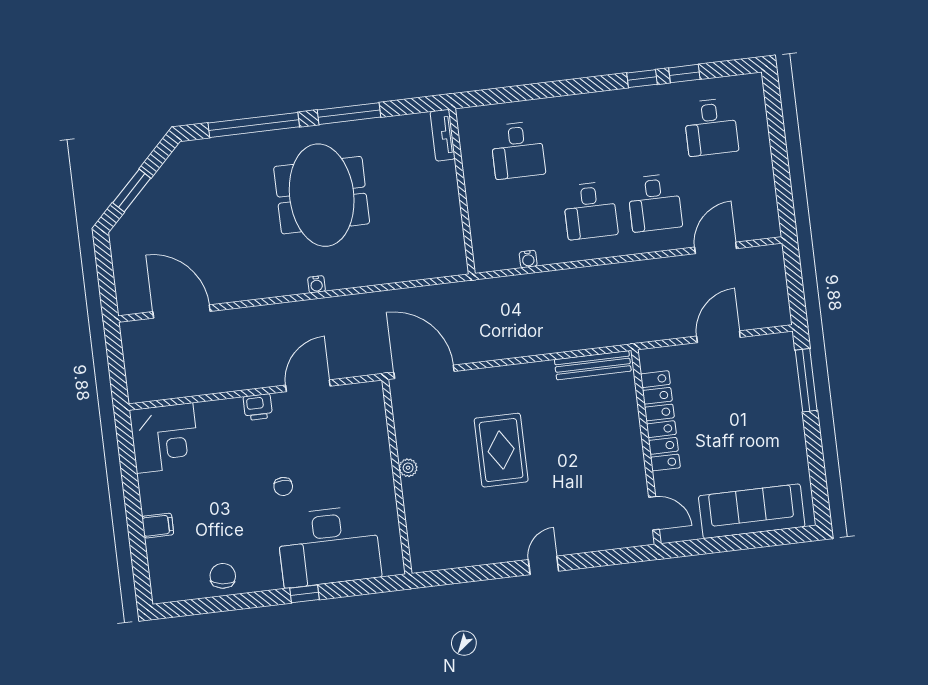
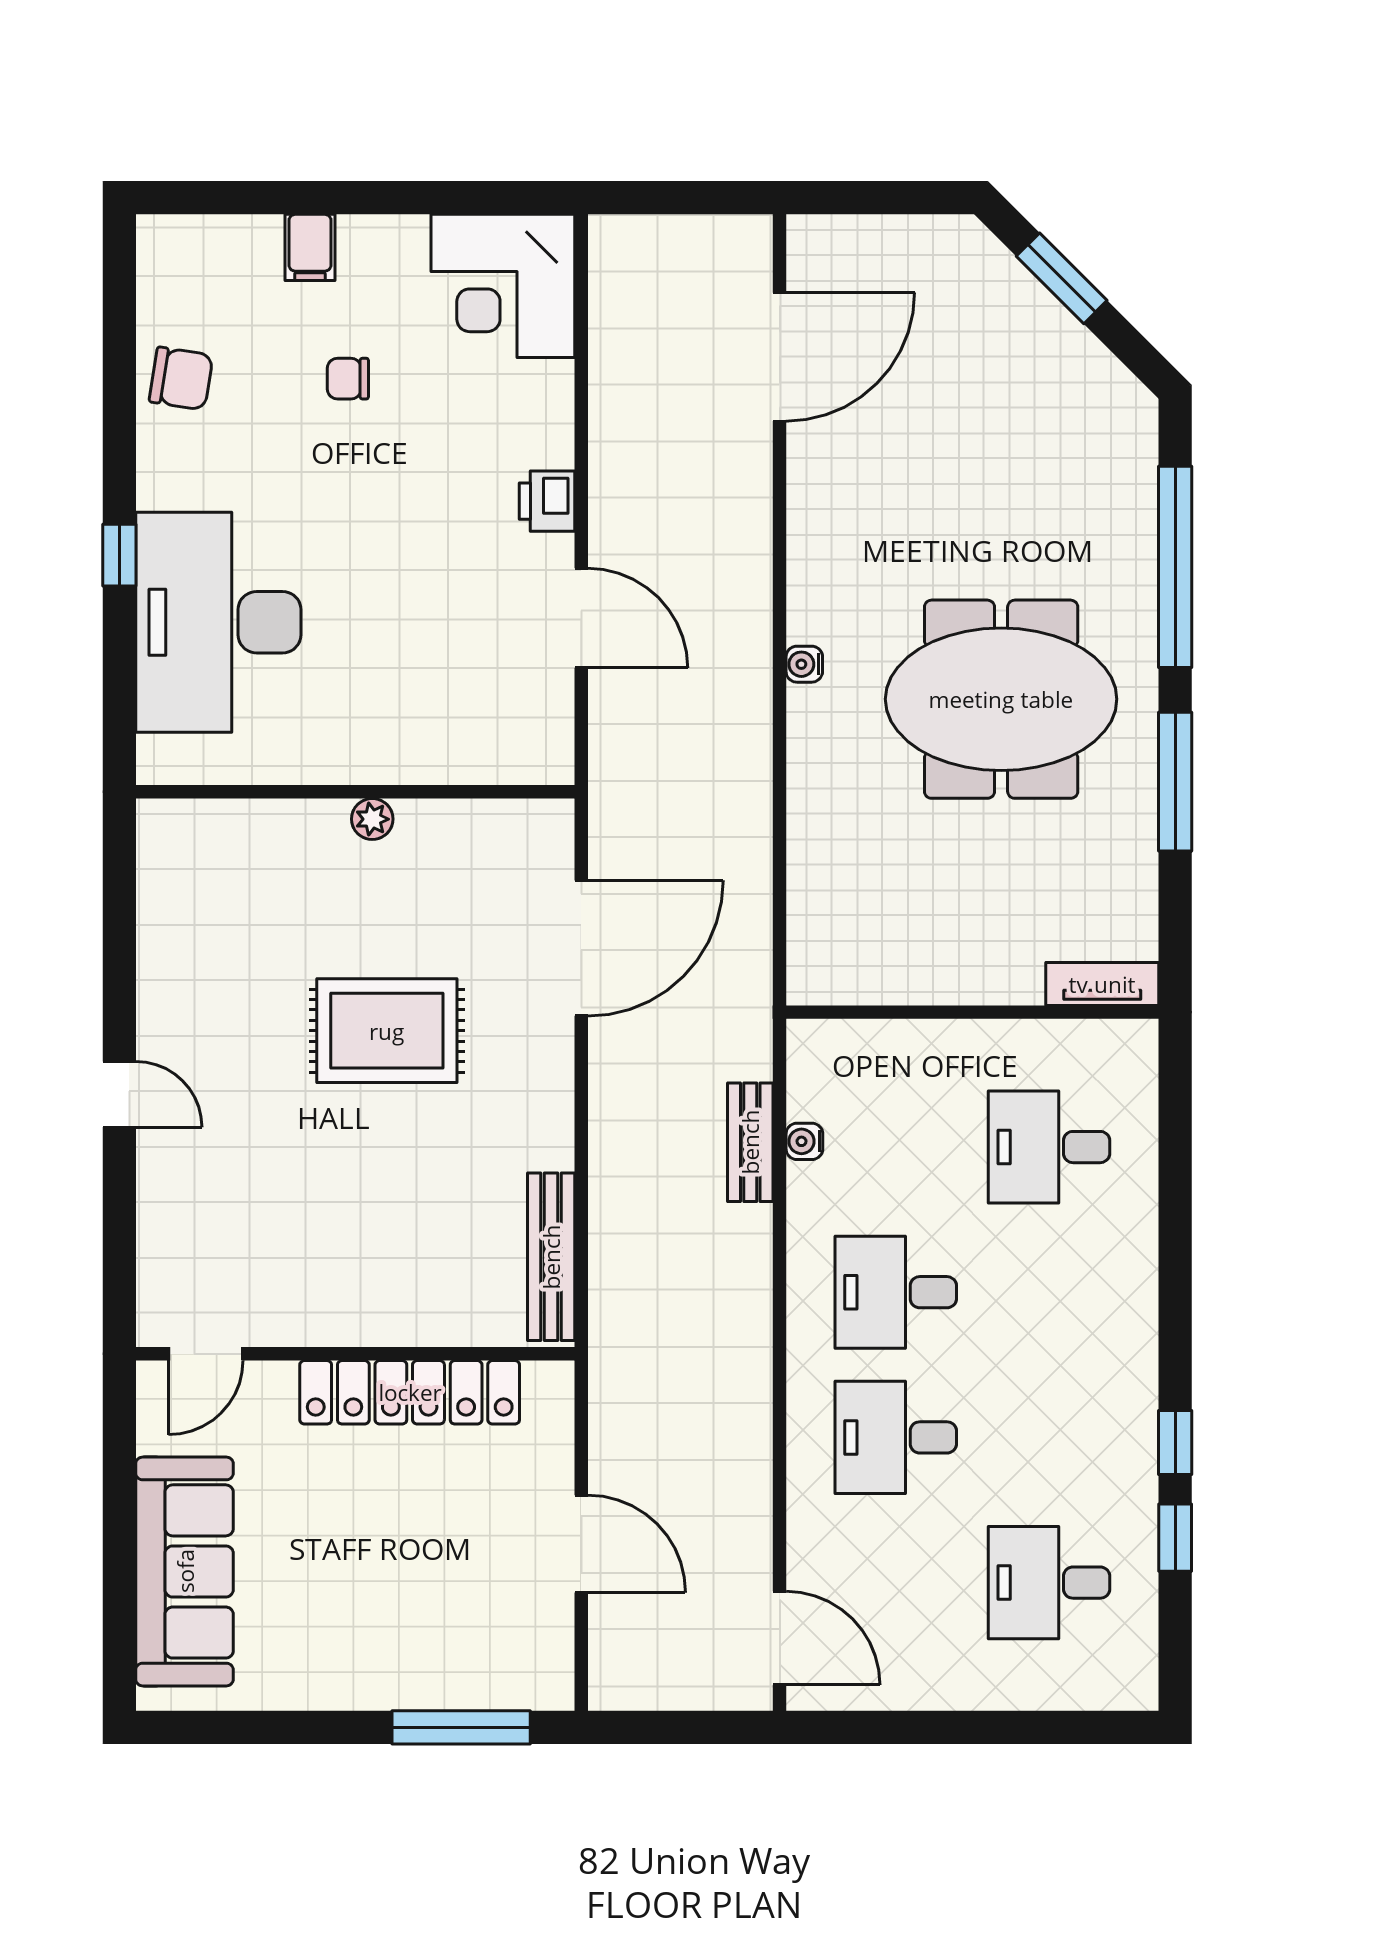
door: (716, 248) -> (780, 1638), moved
bench: (531, 283) -> (750, 1142), added
door: (424, 372) -> (581, 948), moved
chair: (283, 486) -> (348, 379), moved

